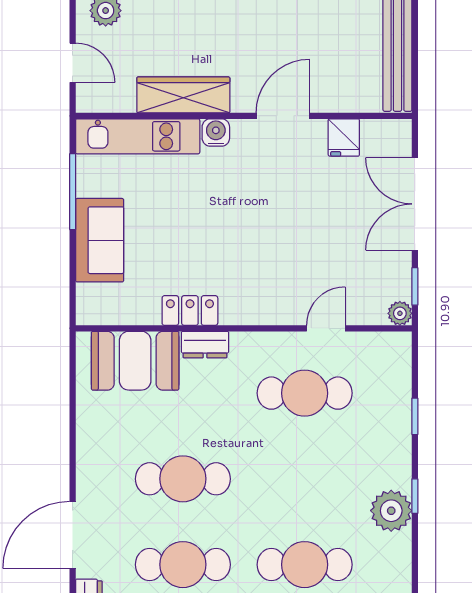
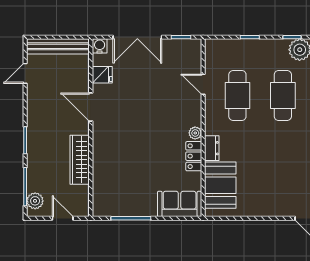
door: (73, 63) -> (63, 218), hinge flipped
water cooler: (216, 133) -> (100, 46), moved, turned 90
kitchen unit: (138, 136) -> (102, 184), removed
sofa: (100, 240) -> (180, 204), moved
plant: (400, 313) -> (195, 133), moved
cafe table: (183, 479) -> (283, 95), moved

